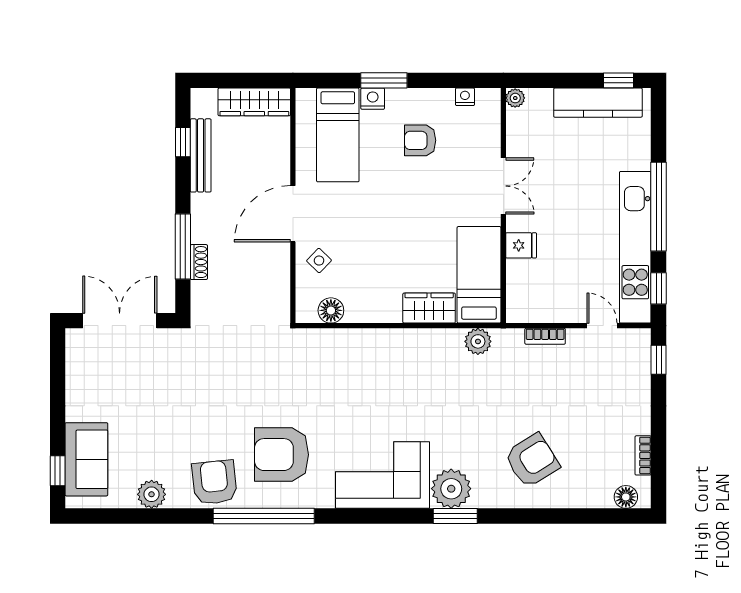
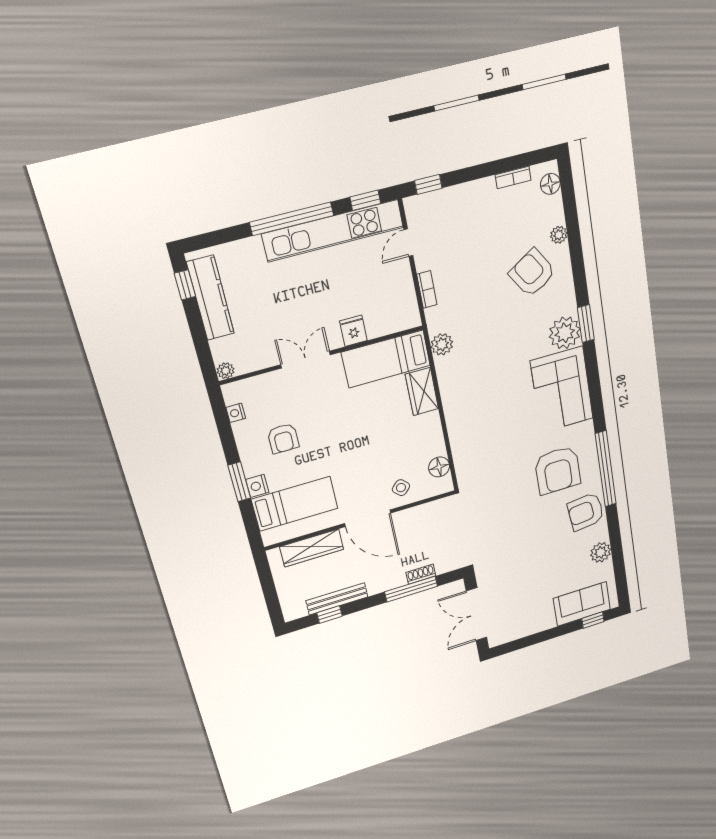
wardrobe: (254, 102) -> (312, 548), moved, turned 90
plant: (567, 498) -> (559, 235), added

